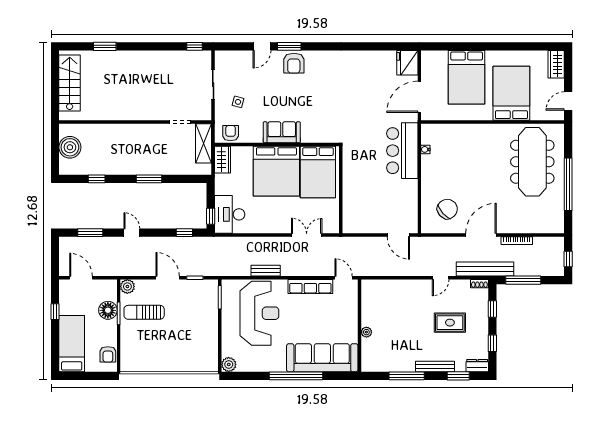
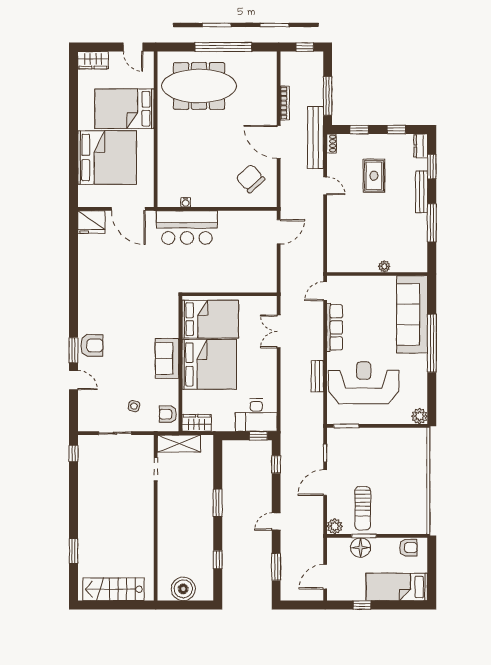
bed: (467, 77) -> (107, 158), width x1.36

